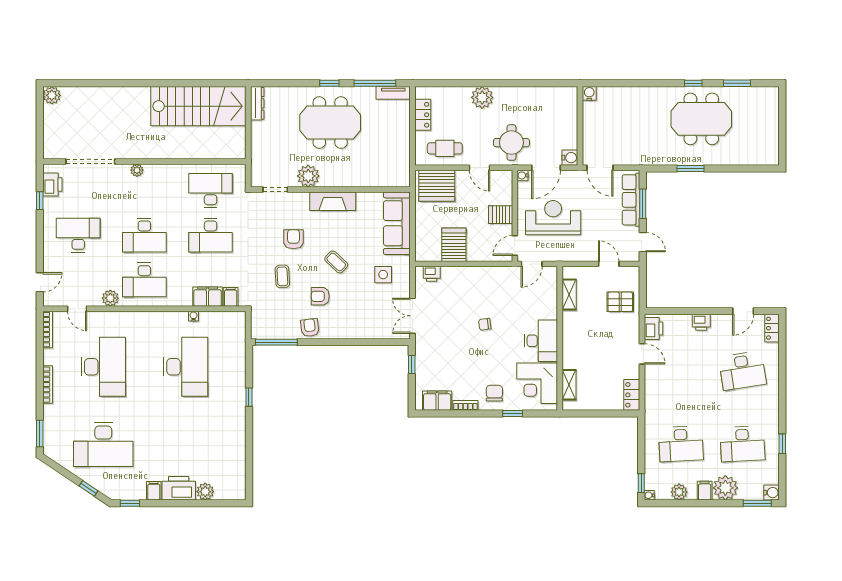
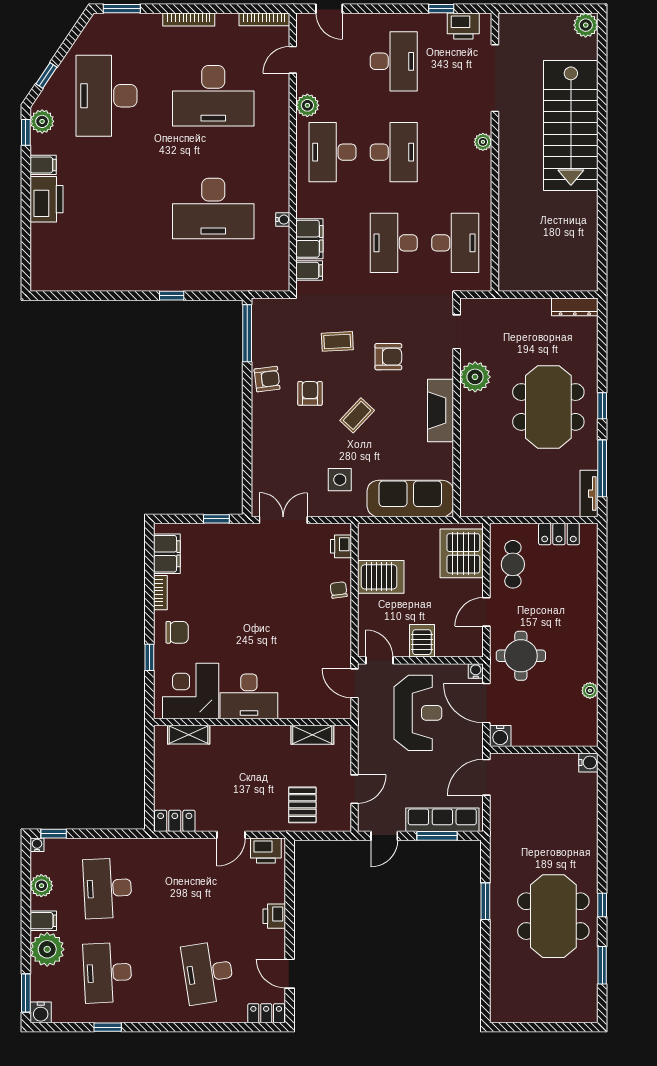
plant: (482, 97) -> (590, 690), moved, width x0.53, depth x0.53
stairs: (198, 106) -> (571, 126), moved
desk: (144, 235) -> (394, 152), turned 180
chair: (485, 324) -> (339, 590), moved
plant: (205, 492) -> (42, 121), moved

